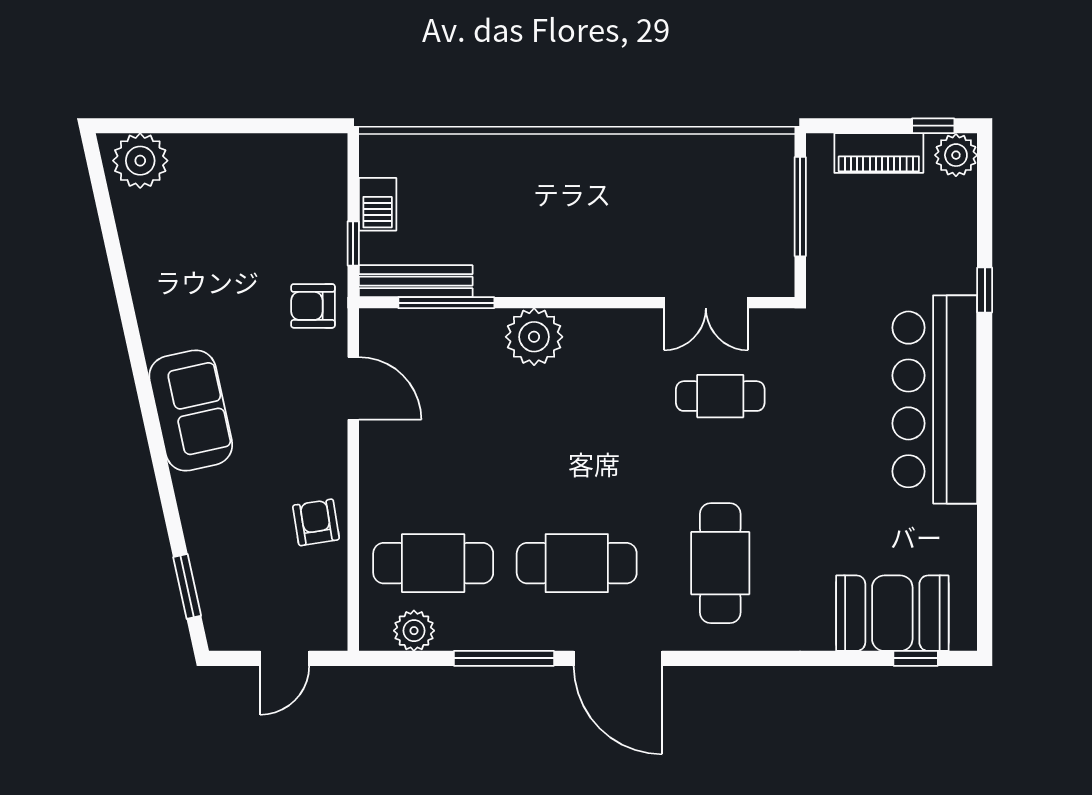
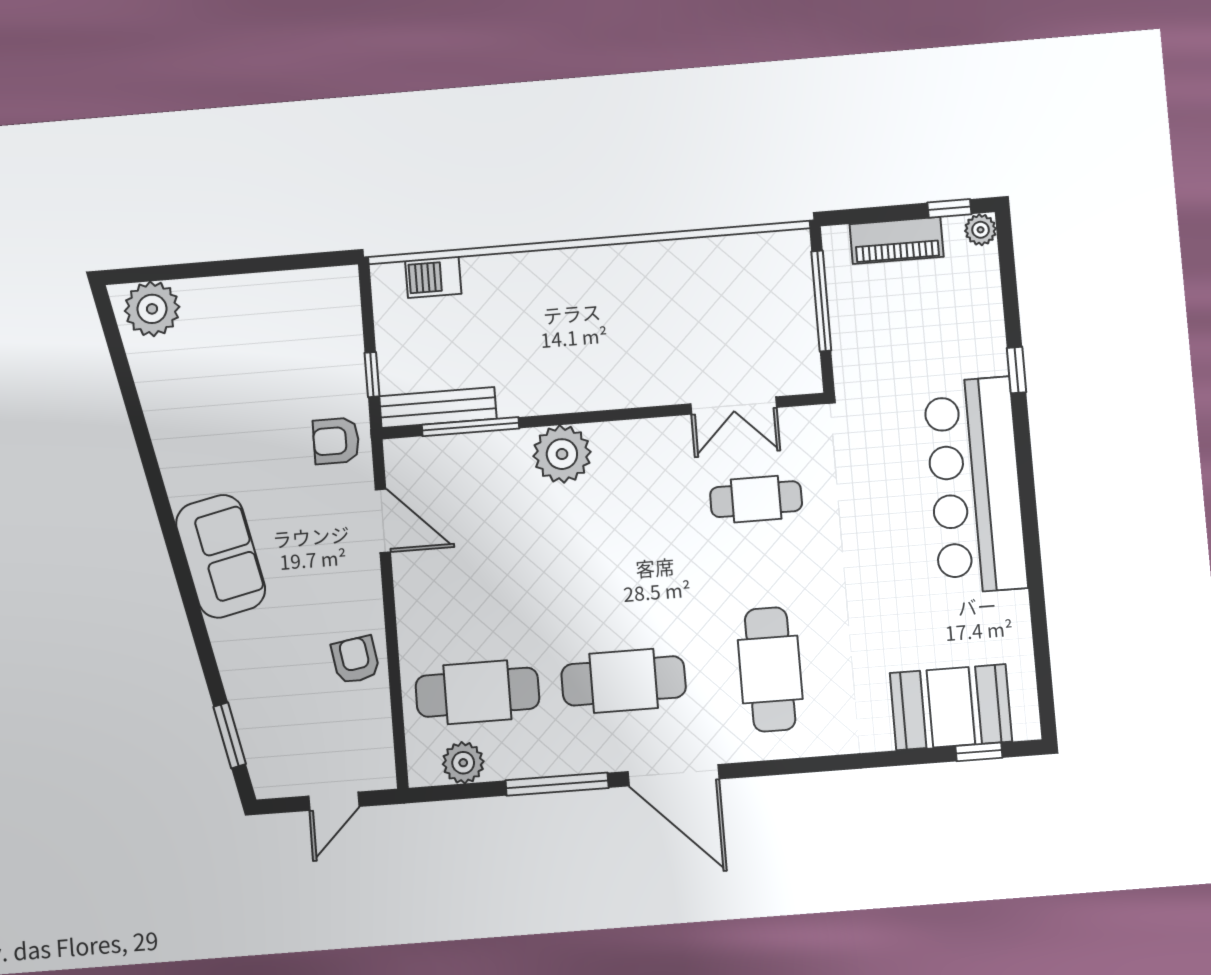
plant: (956, 155) -> (981, 230), width x0.73, depth x0.73
barbecue: (378, 204) -> (433, 277), moved, turned 90

